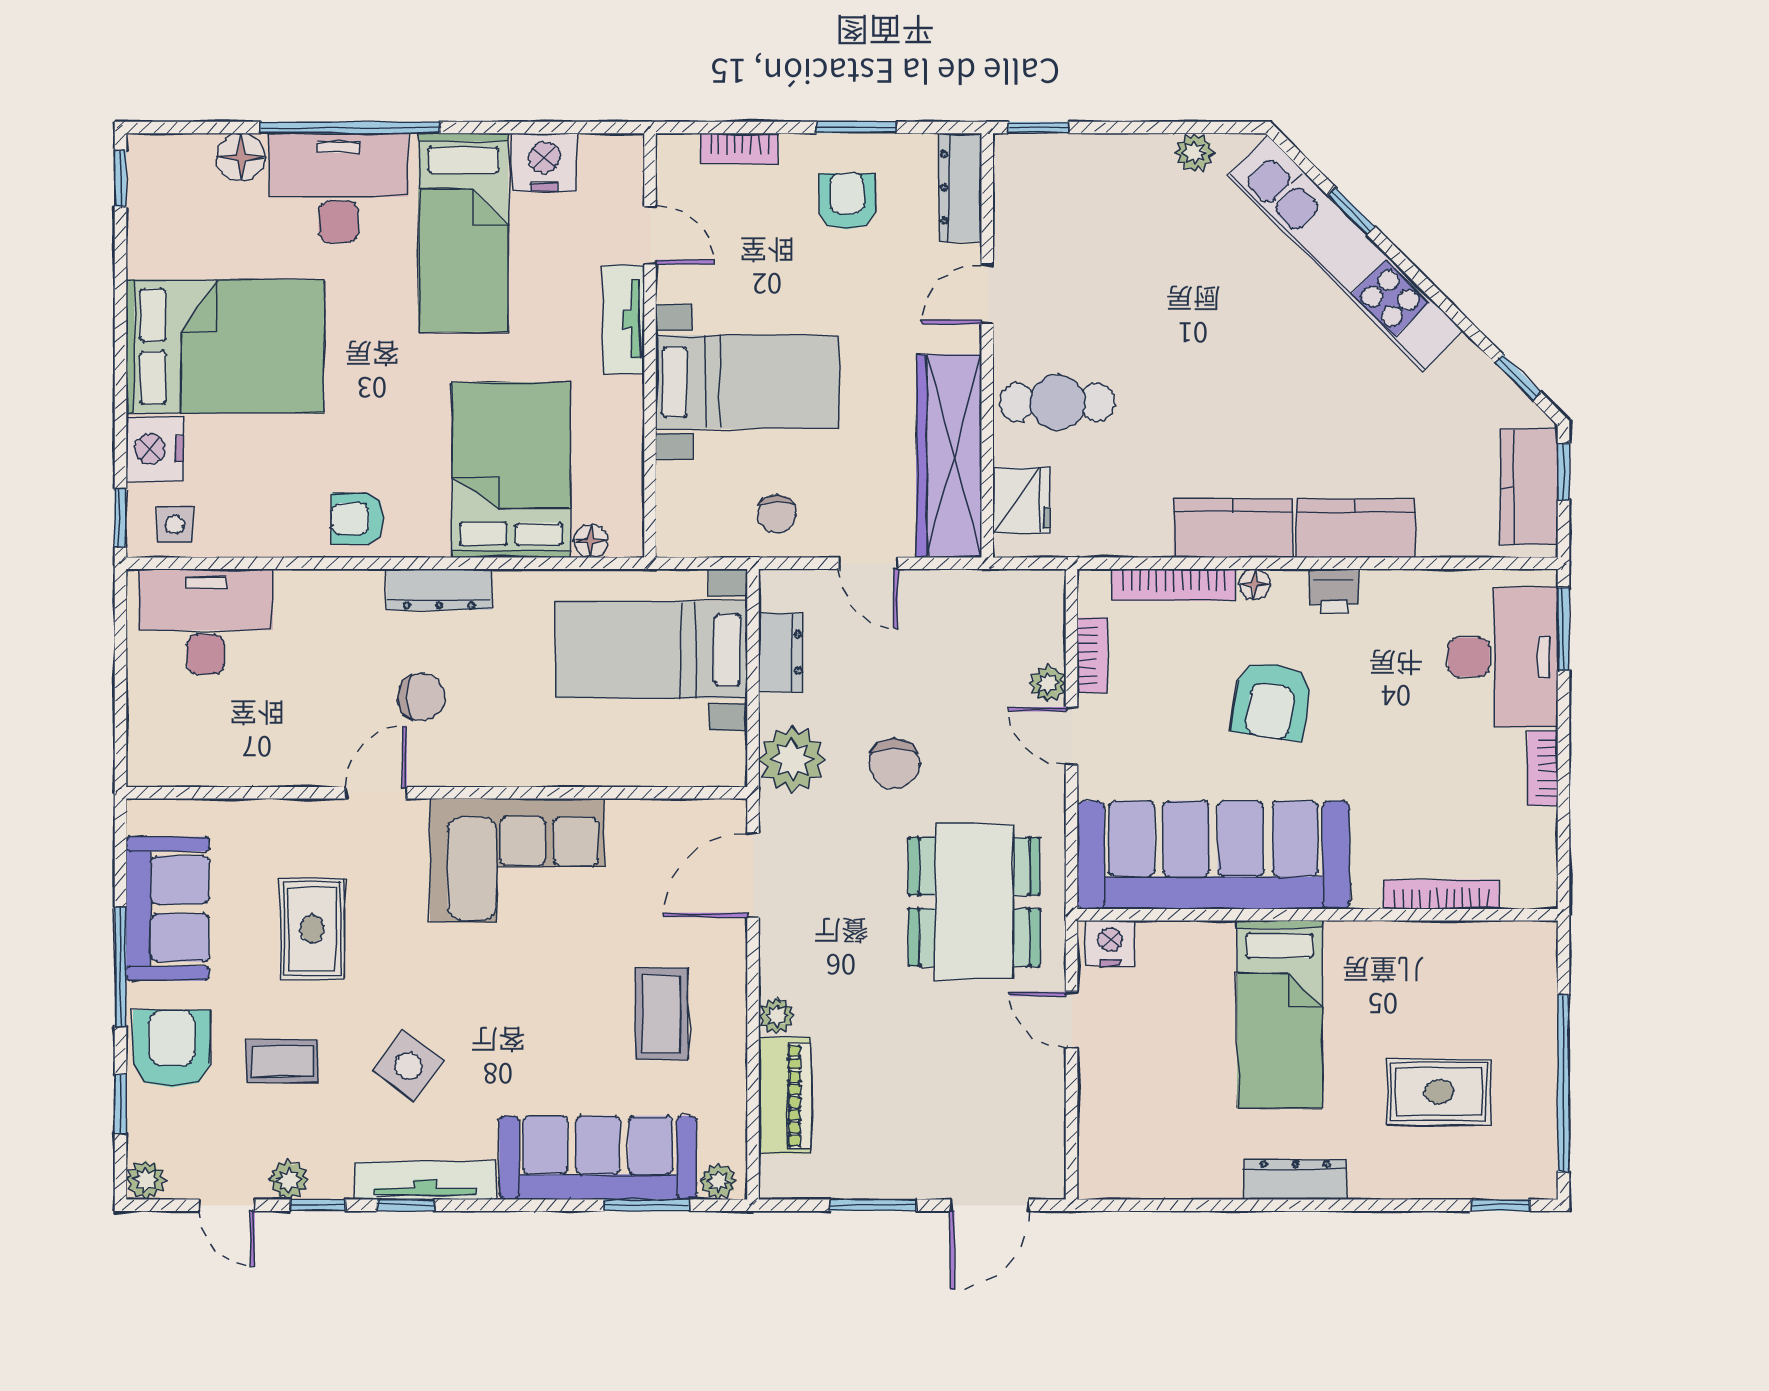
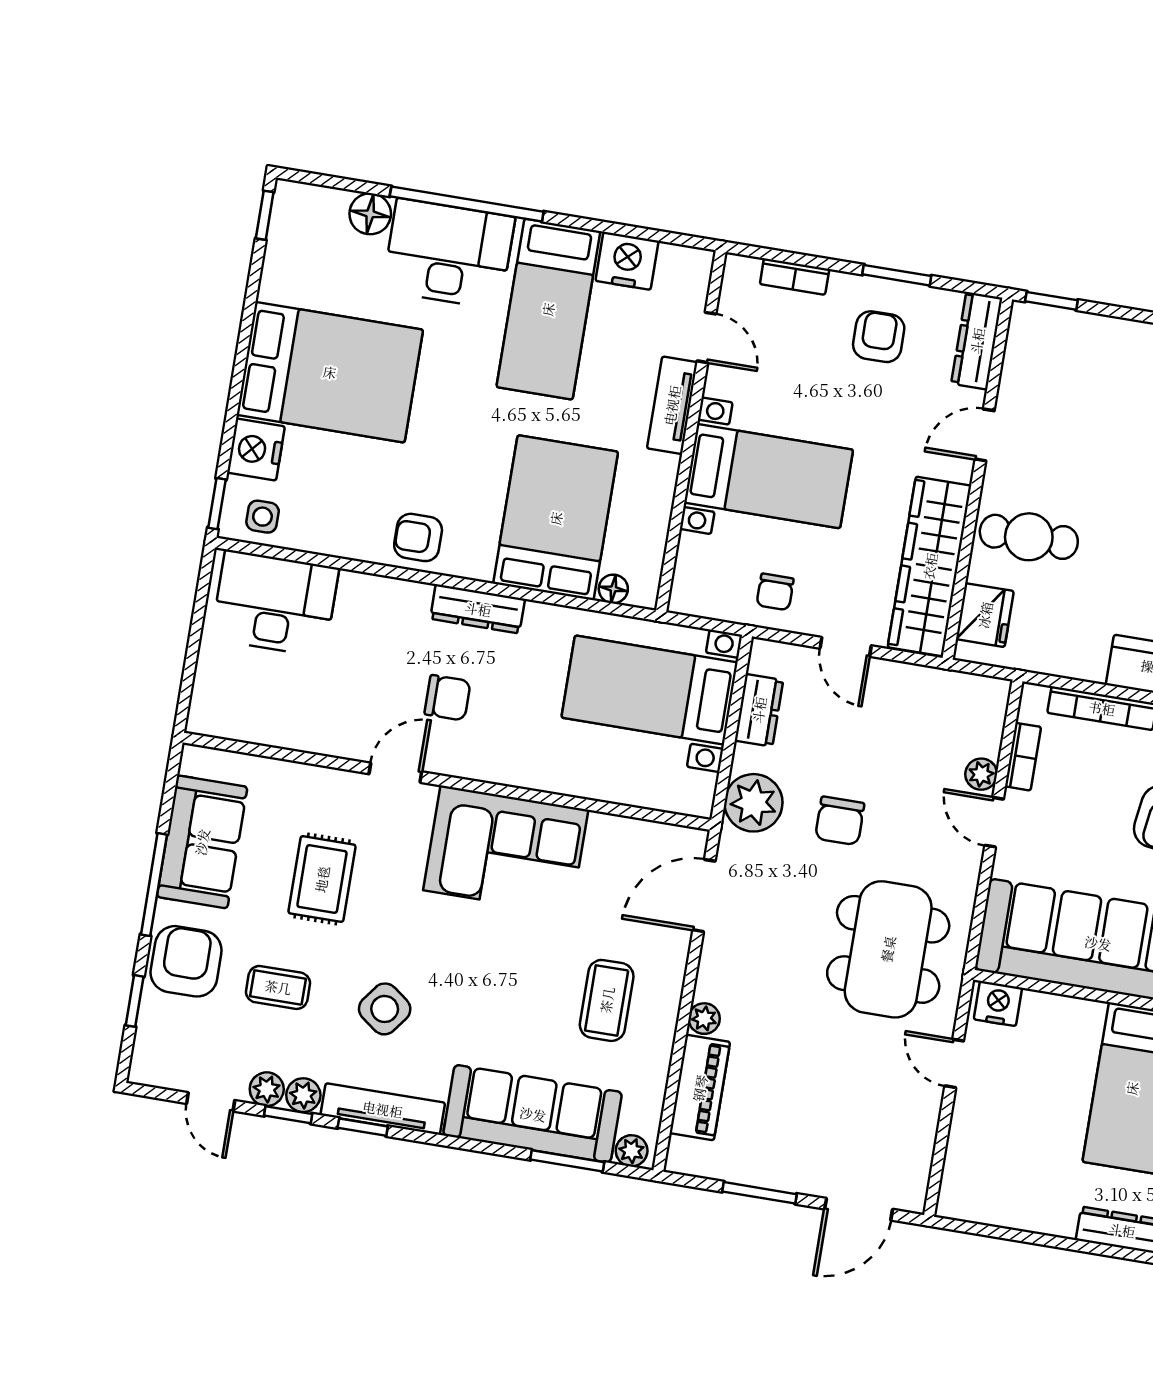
plant: (146, 1180) -> (303, 1095), moved

